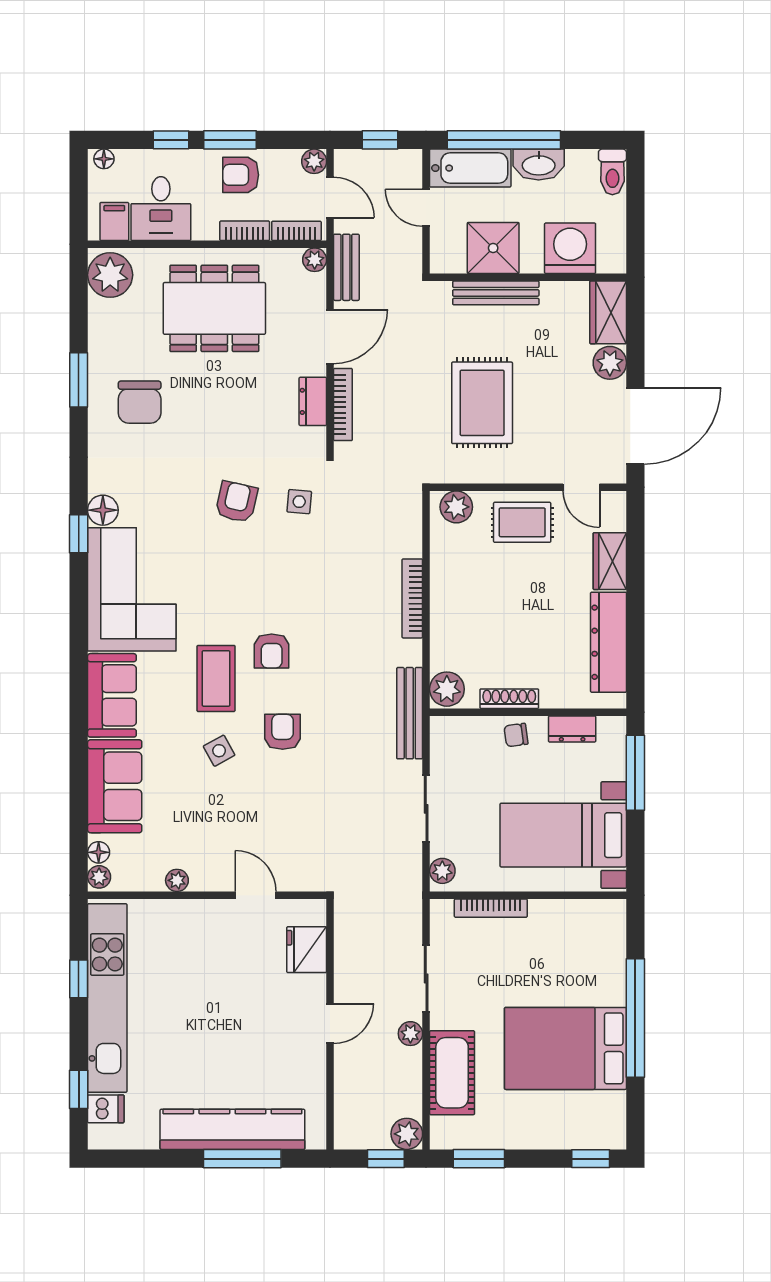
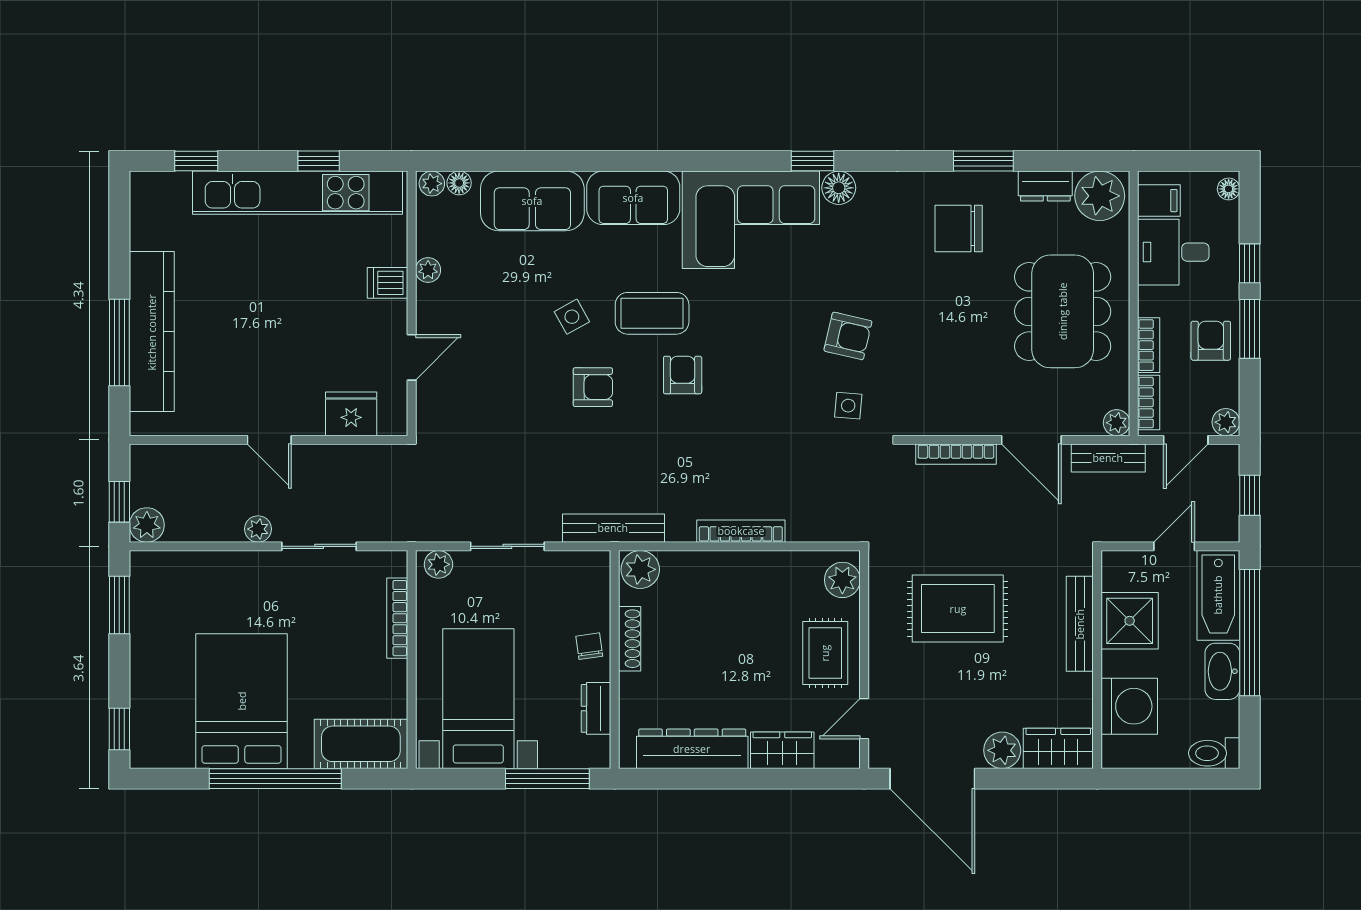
dresser: (313, 401) -> (1045, 186), moved, turned 180
armchair: (272, 651) -> (683, 375), turned 90
cot: (452, 1073) -> (361, 744), moved
dishwasher: (106, 1109) -> (388, 283), moved, turned 90

